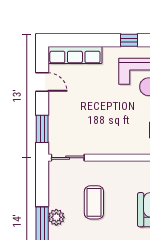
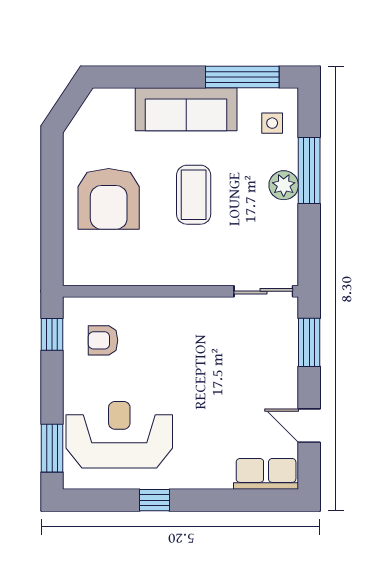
row of seats: (75, 55) -> (266, 474), width x0.68
coffee table: (94, 202) -> (194, 195), moved

